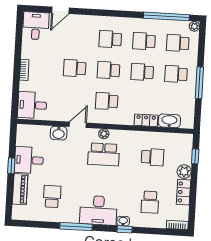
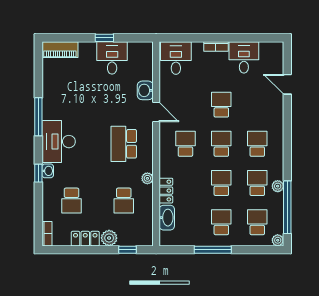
plant: (148, 24) -> (278, 186), added
desk: (36, 26) -> (244, 57), moved, turned -90
plant: (104, 134) -> (147, 178), moved
piano: (20, 189) -> (60, 50), moved
school desk: (52, 196) -> (72, 87), removed
school desk: (150, 202) -> (72, 201), turned -90

